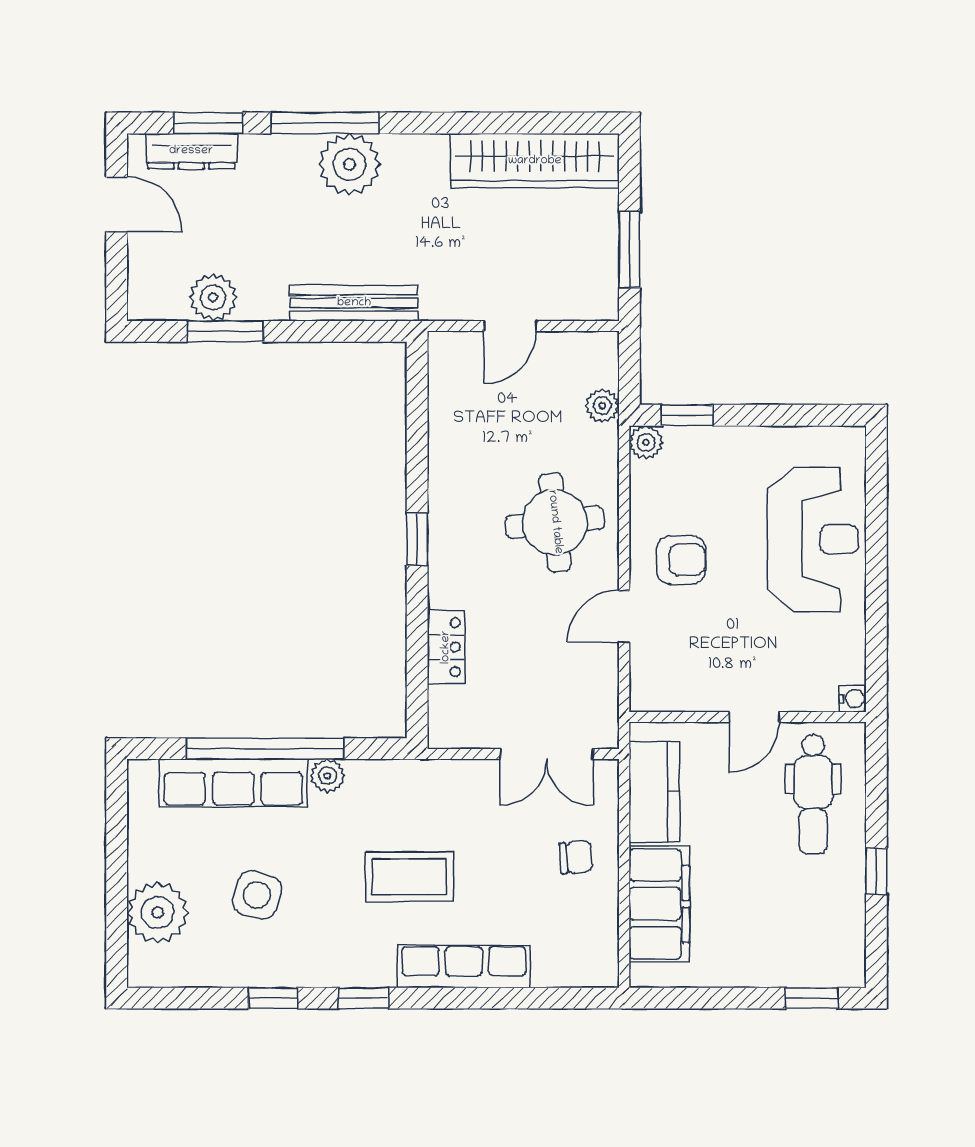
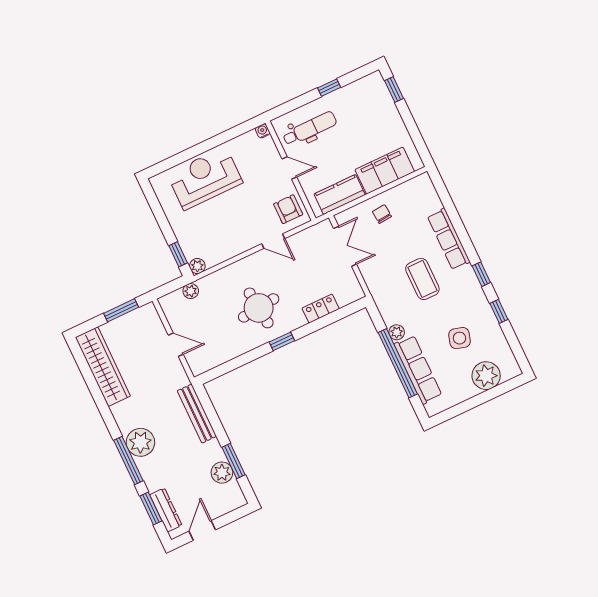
round table: (555, 522) -> (259, 308), moved
armchair: (681, 560) -> (288, 209), moved

